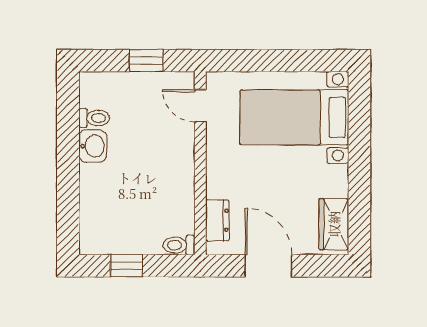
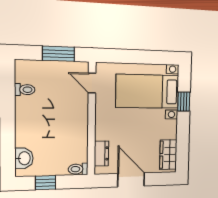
window: (146, 61) -> (59, 54), width x1.50
window: (359, 134) -> (184, 102), added
washbasin: (93, 146) -> (24, 158), moved

